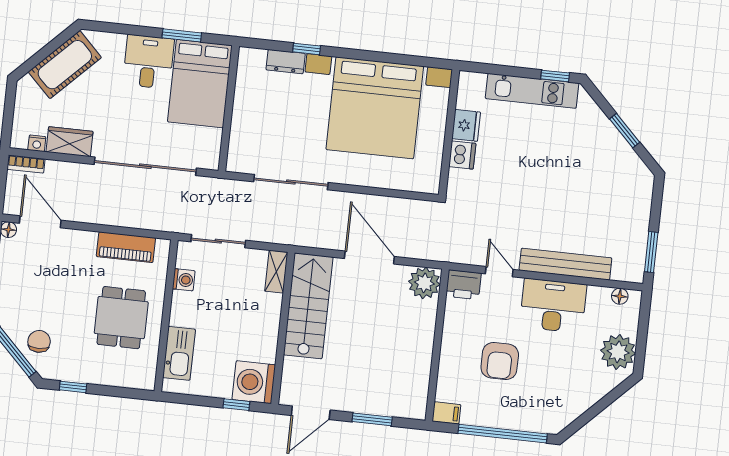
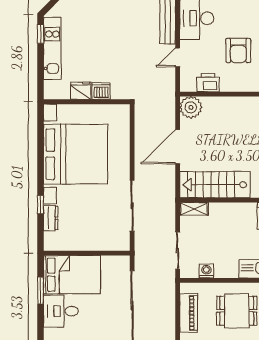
printer: (464, 285) -> (208, 83), moved, turned -90
armchair: (500, 361) -> (238, 50), turned 90

